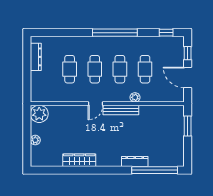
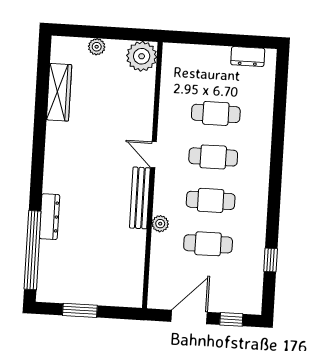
window: (115, 33) -> (274, 196), removed
window: (166, 33) -> (271, 260), moved
dresser: (36, 57) -> (248, 57), width x0.70
window: (188, 126) -> (80, 310), moved
wardrobe: (79, 160) -> (59, 92), moved

